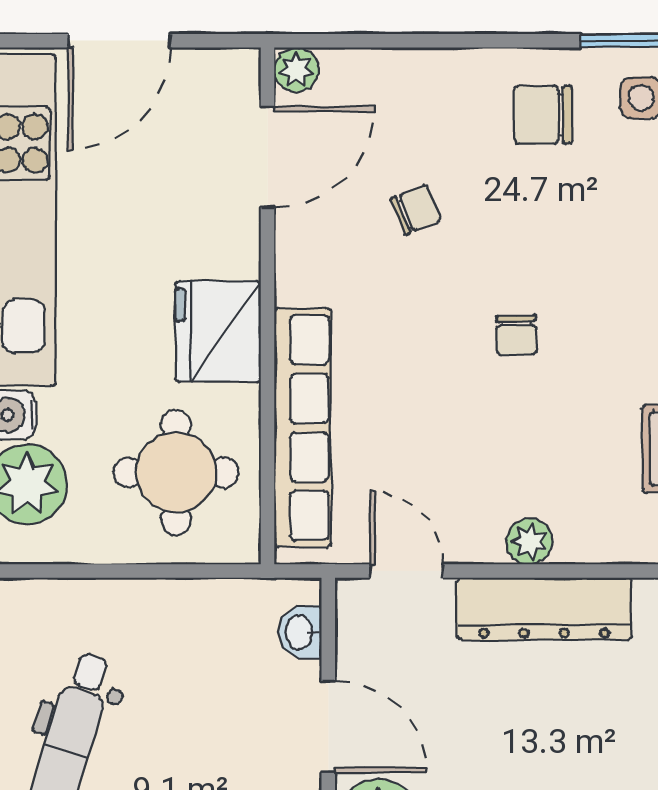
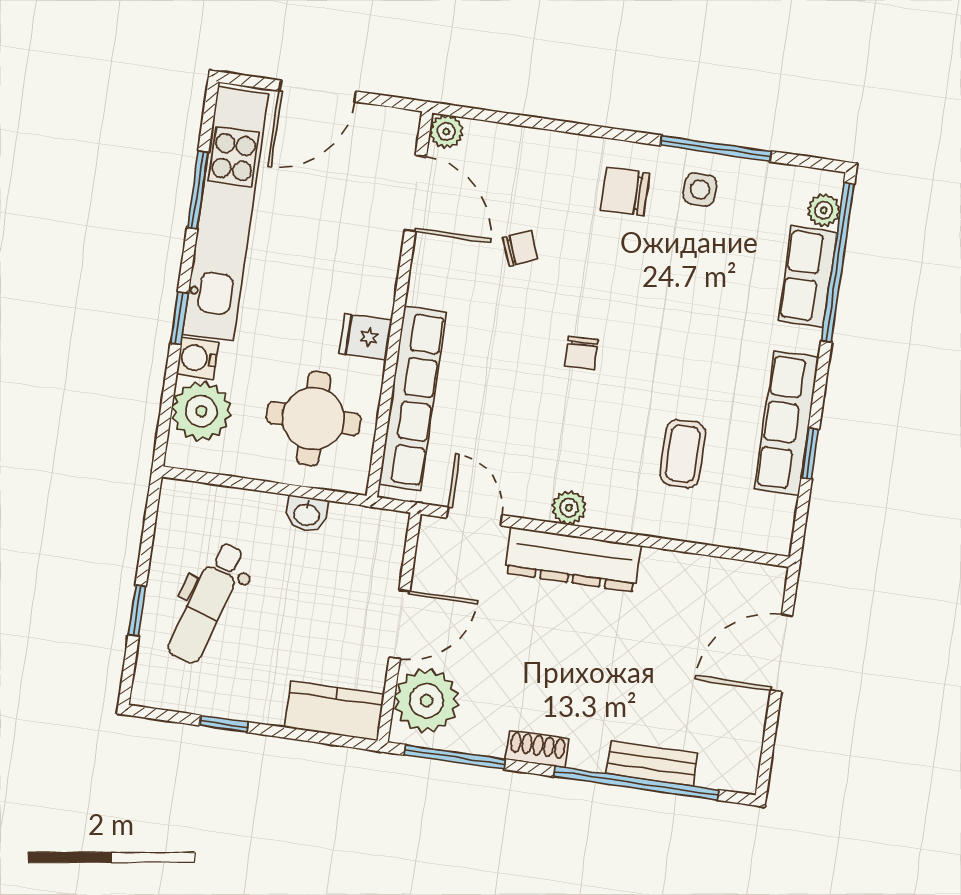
door: (268, 157) -> (415, 194), hinge flipped
fridge: (218, 331) -> (365, 337), width x0.53, depth x0.75
washbasin: (300, 632) -> (307, 514), moved, turned -90
door: (328, 727) -> (400, 624), hinge flipped

